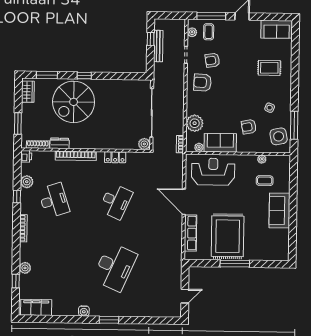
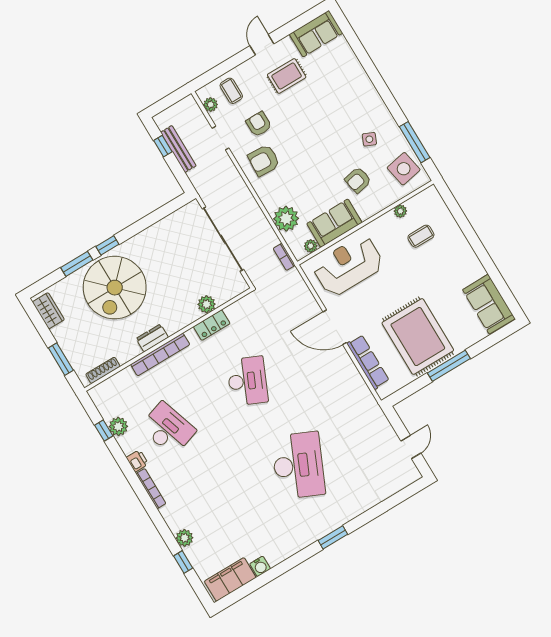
window: (211, 16) -> (222, 69), removed
armchair: (212, 60) -> (259, 124), turned 99
rug: (269, 68) -> (287, 76), moved
window: (47, 75) -> (77, 264), moved
dresser: (59, 143) -> (152, 338), moved
plant: (144, 144) -> (207, 304), moved
printer: (26, 156) -> (137, 461), moved
window: (17, 197) -> (104, 430), moved
sofa: (279, 211) -> (489, 304), moved
water cooler: (84, 311) -> (260, 566), moved

